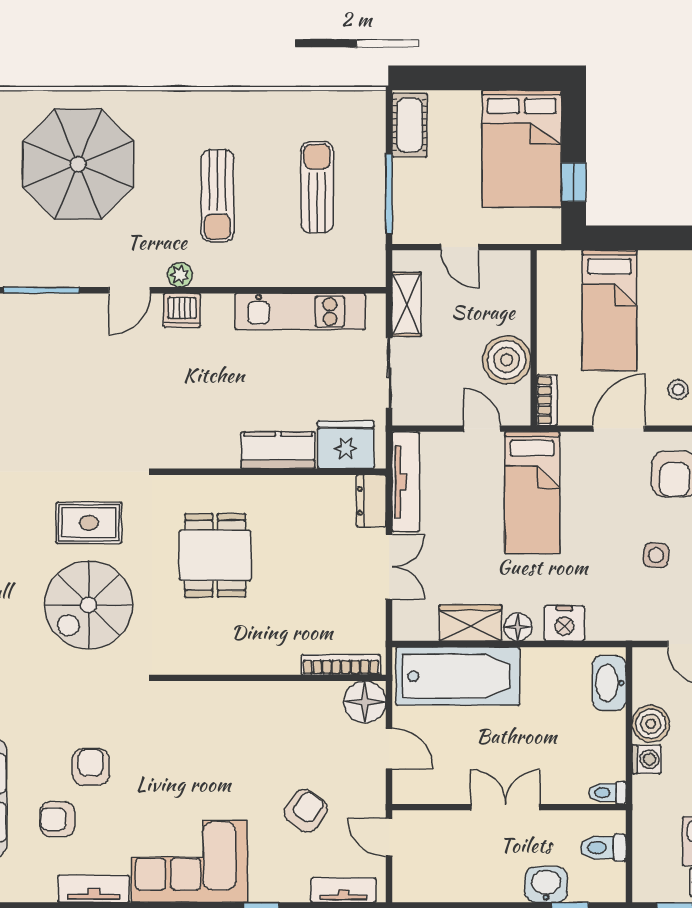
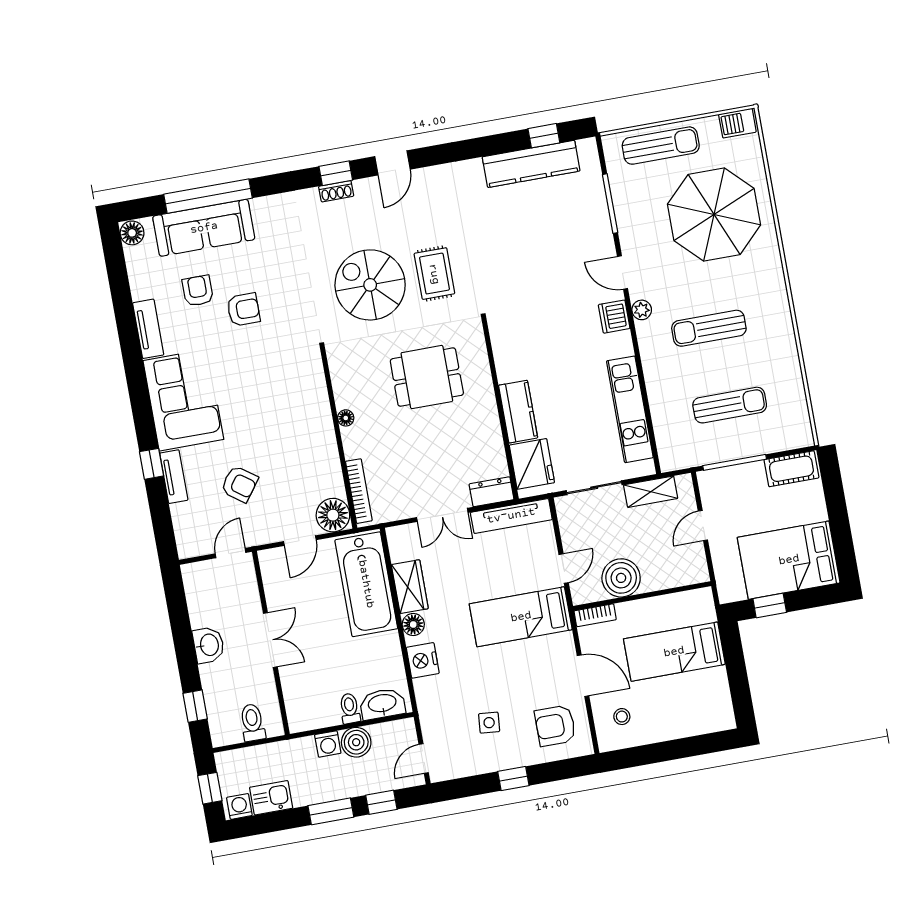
floor lamp: (248, 665) -> (346, 418), added
toilet: (608, 793) -> (350, 708), moved
washbasin: (546, 885) -> (209, 645), moved
tv unit: (343, 890) -> (174, 477), moved

